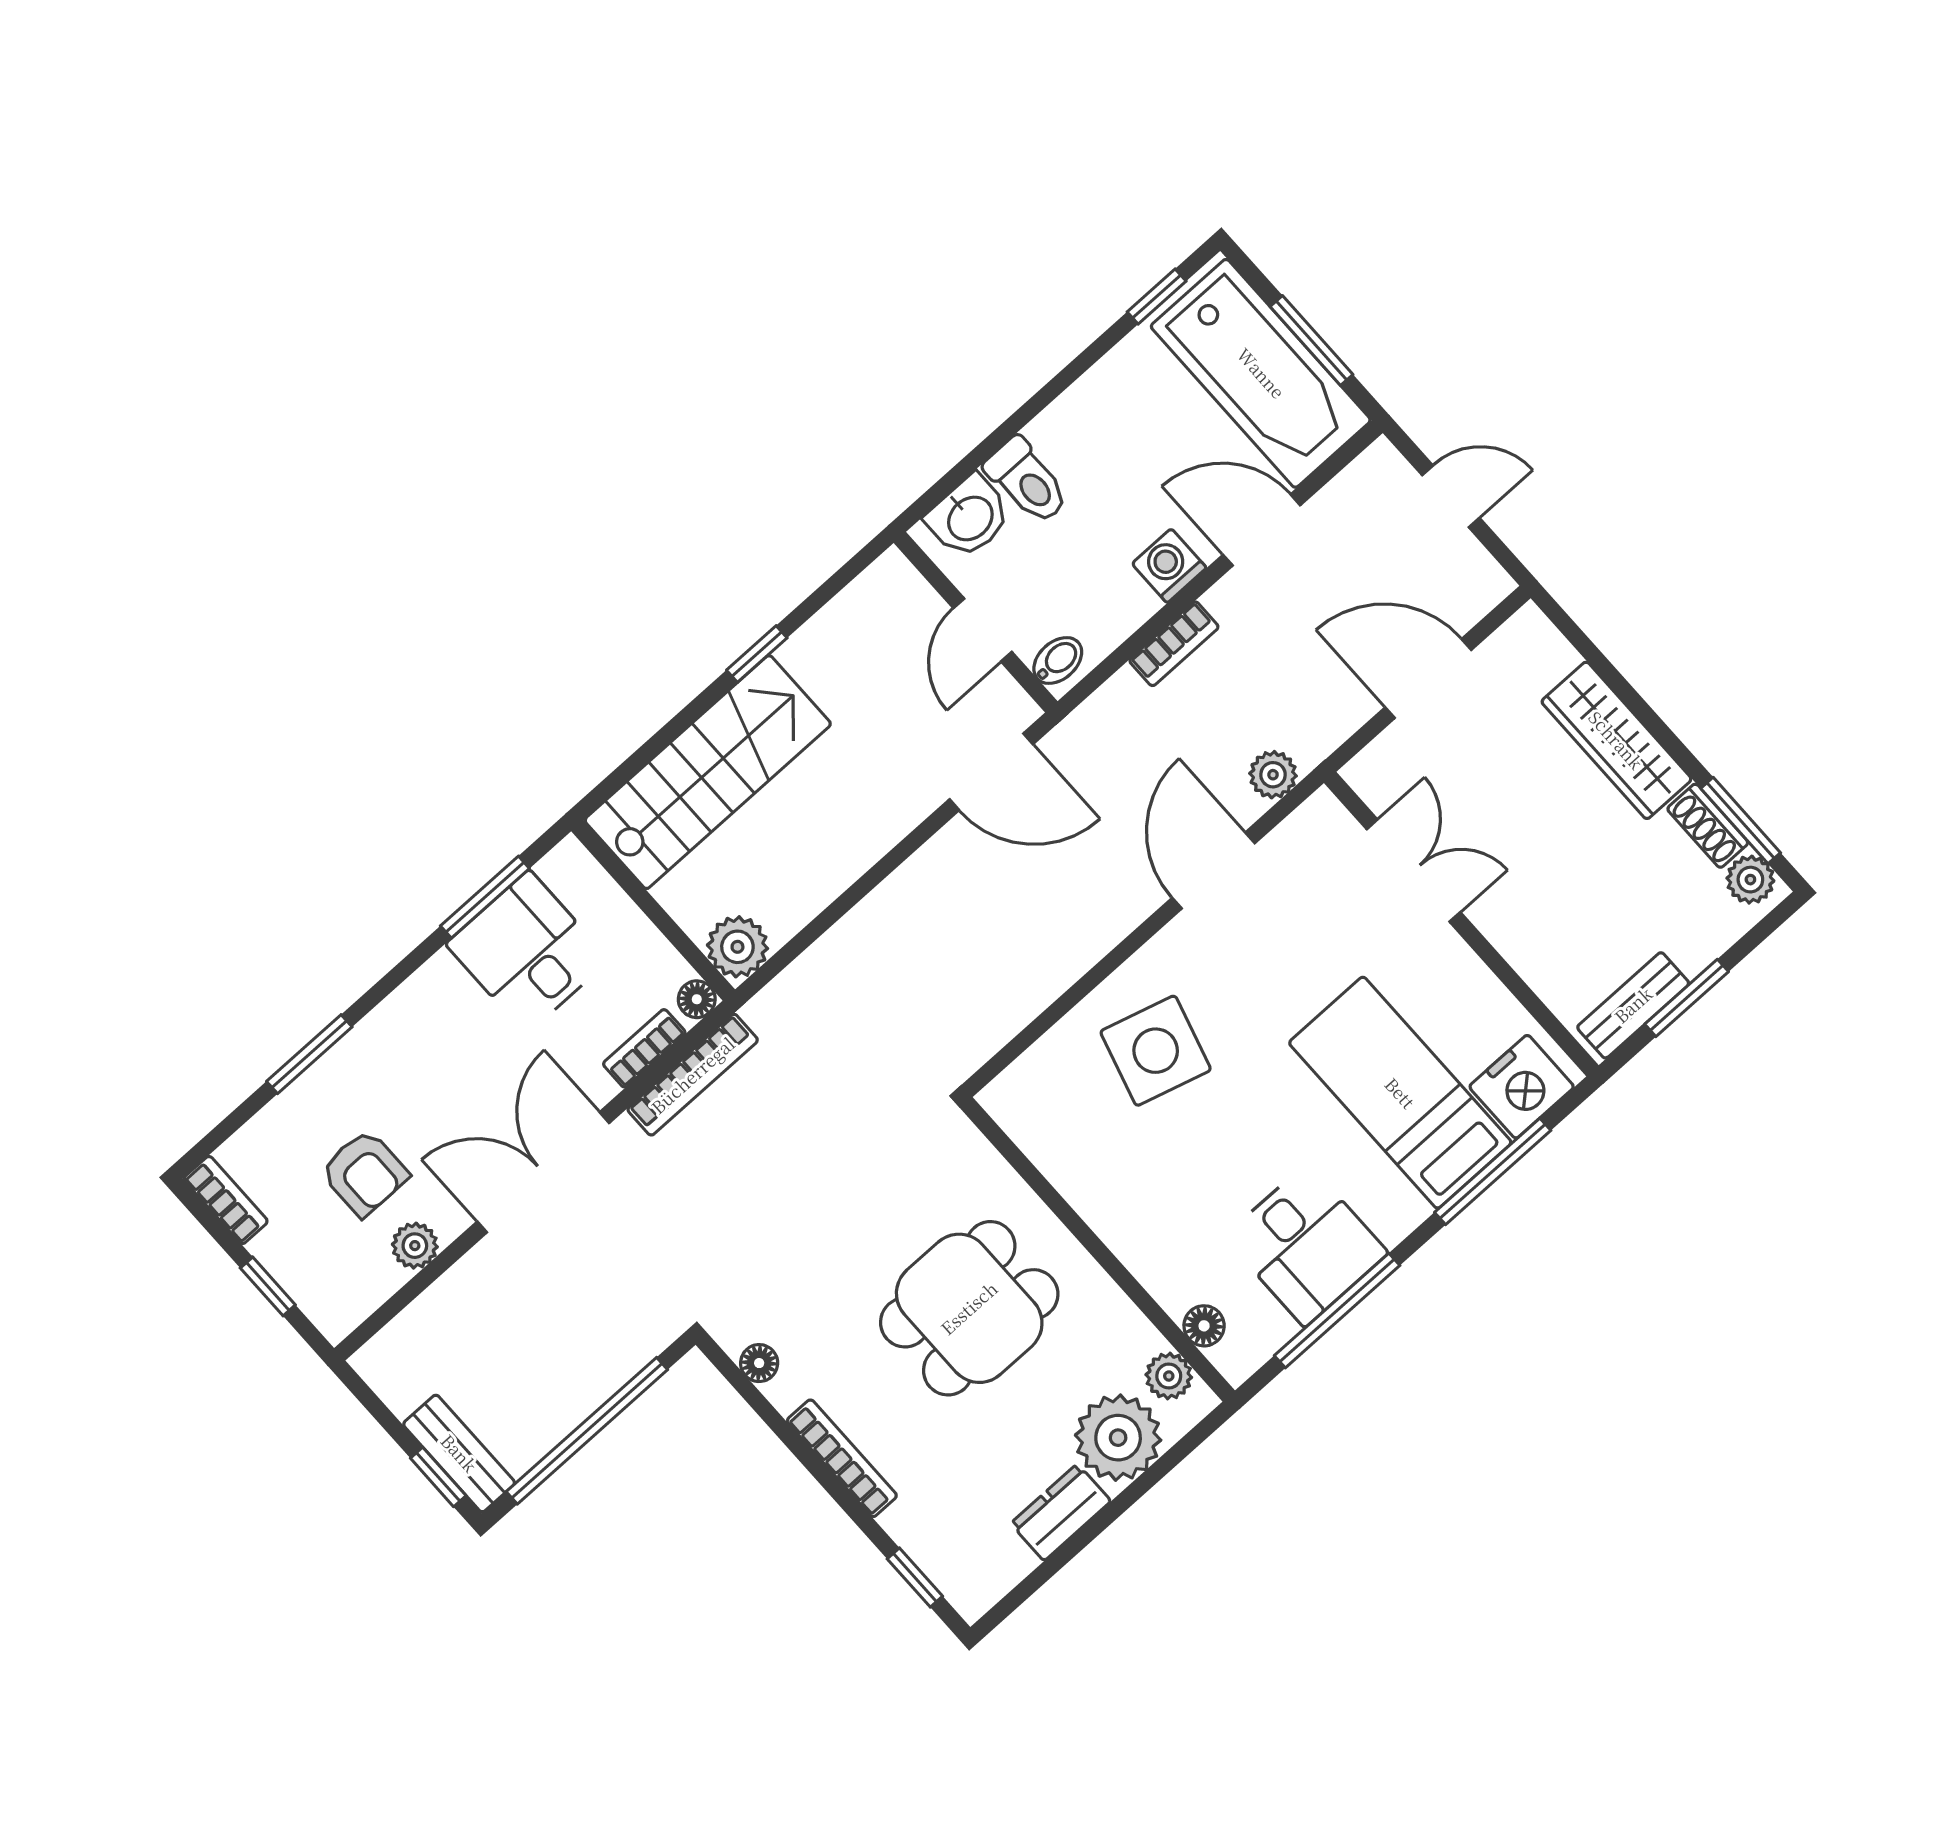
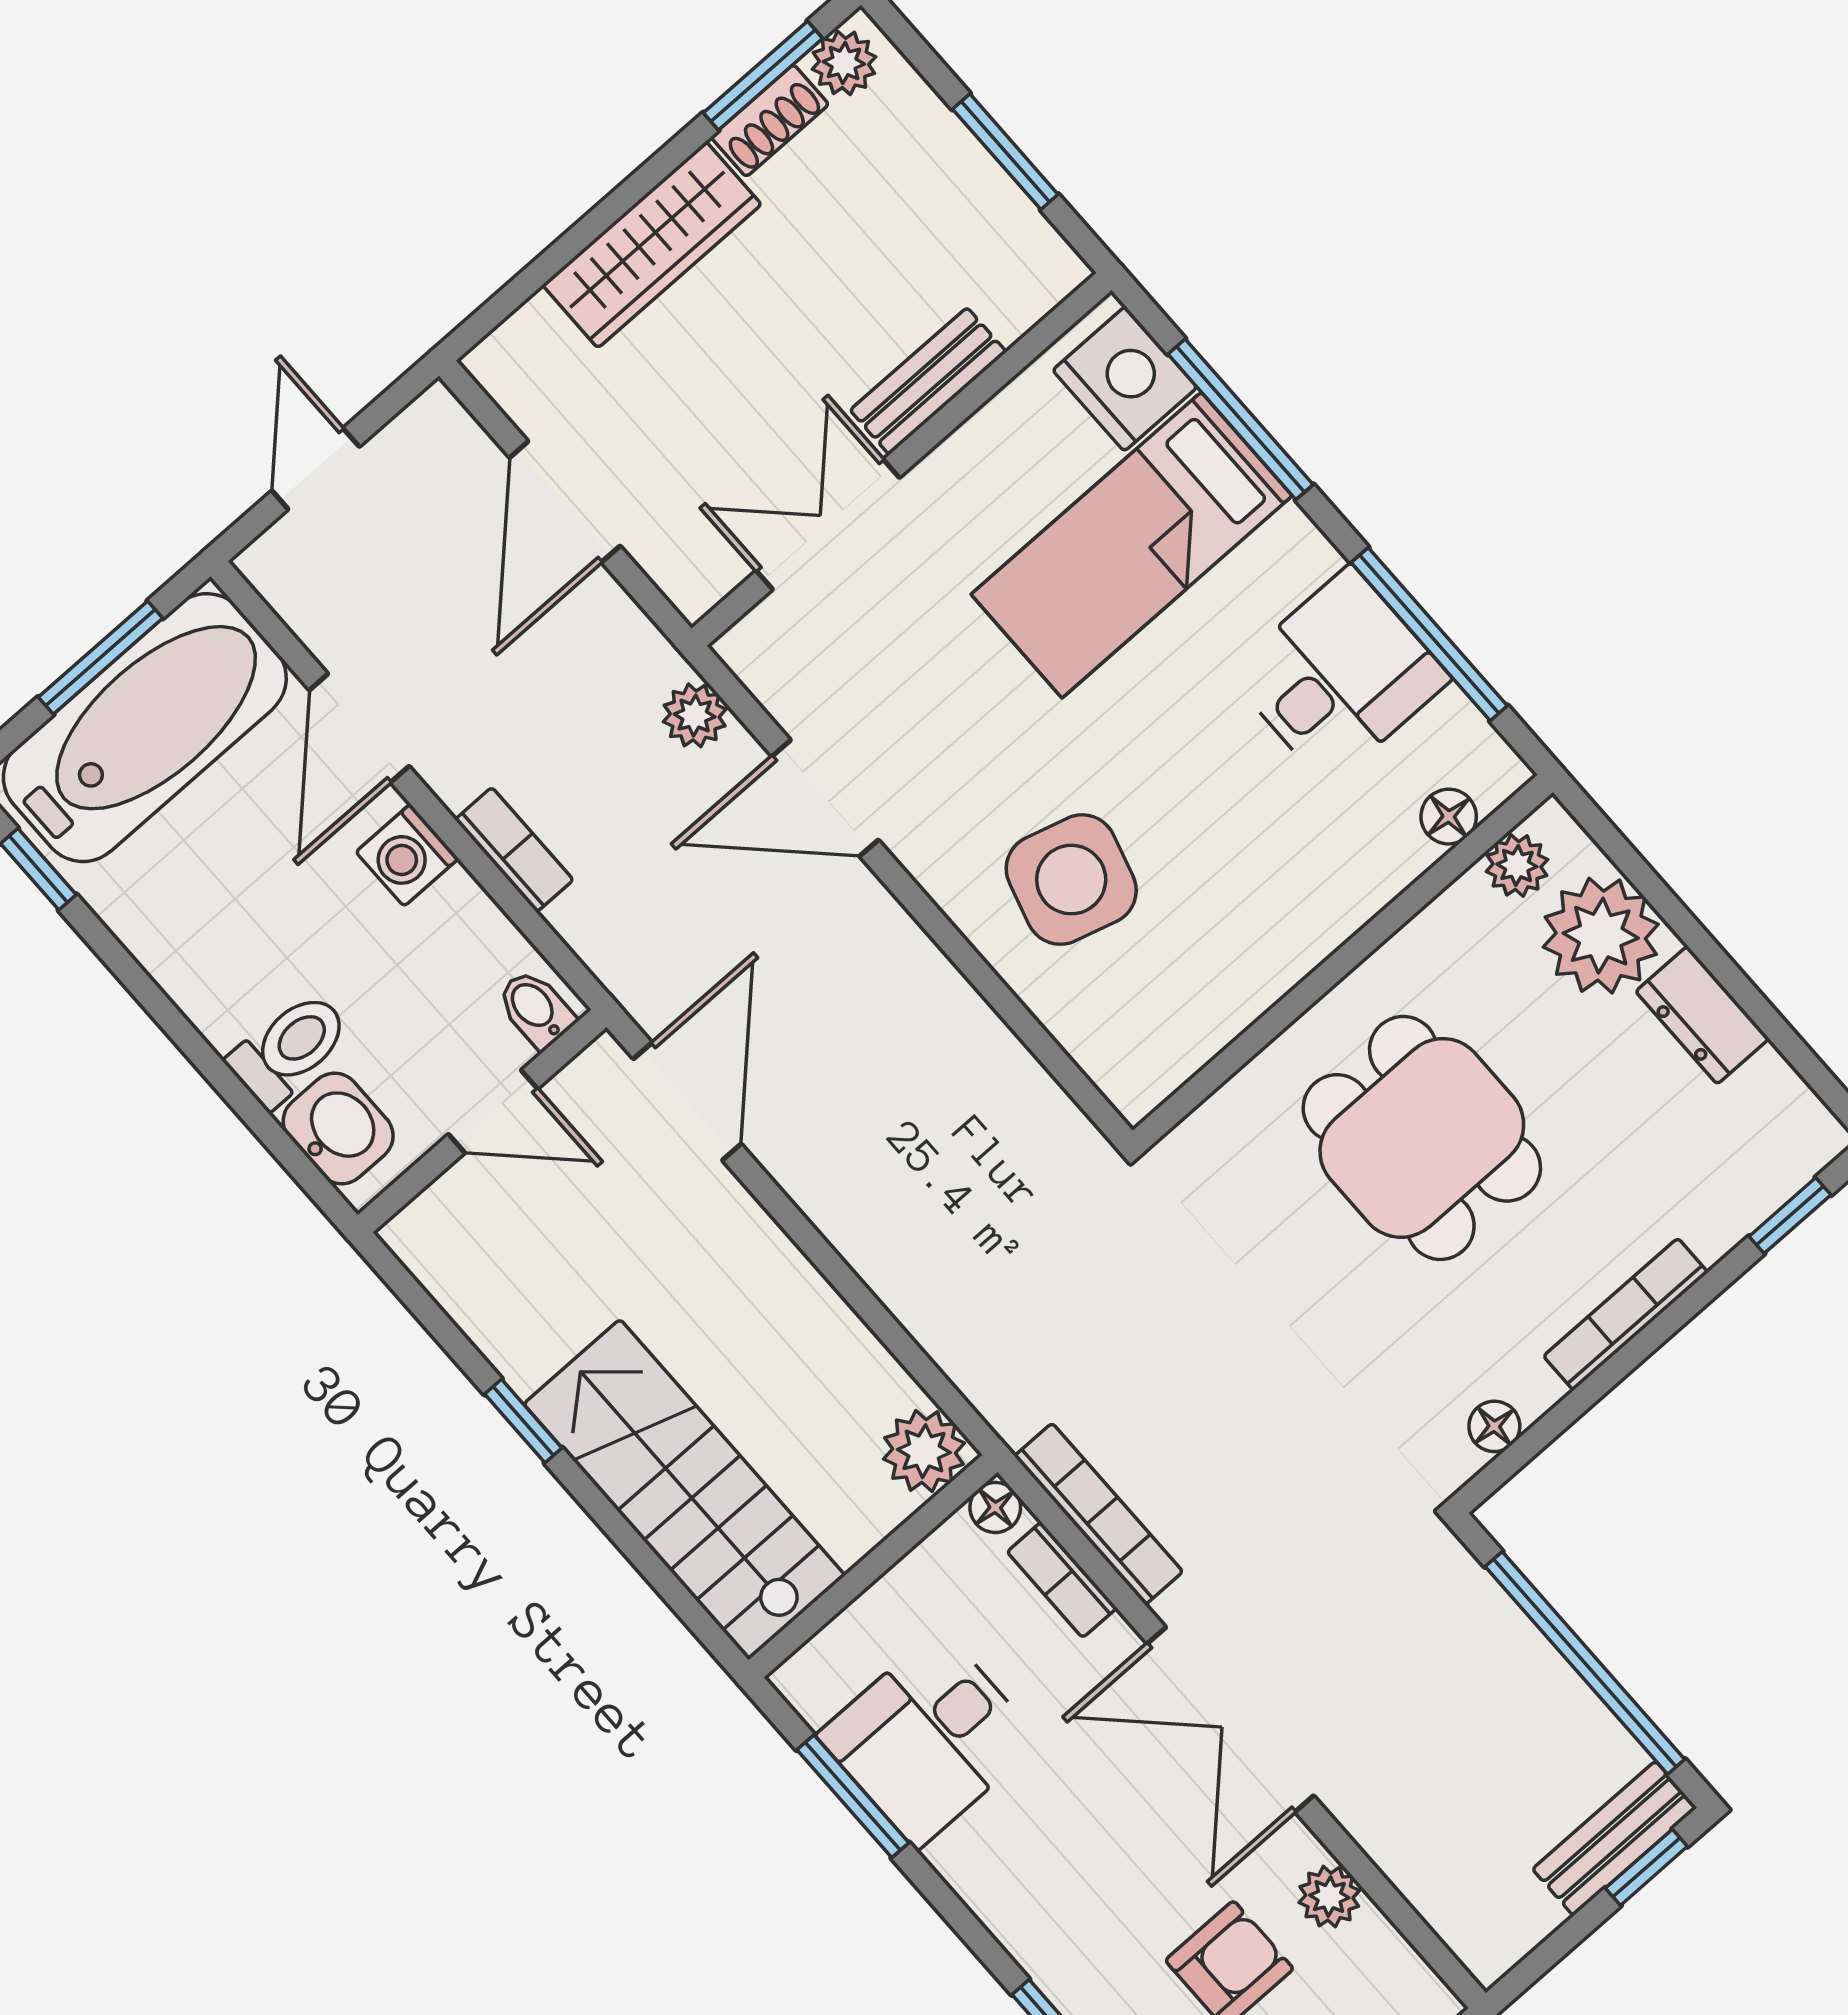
bench: (1633, 1005) -> (928, 381), moved, turned 90

